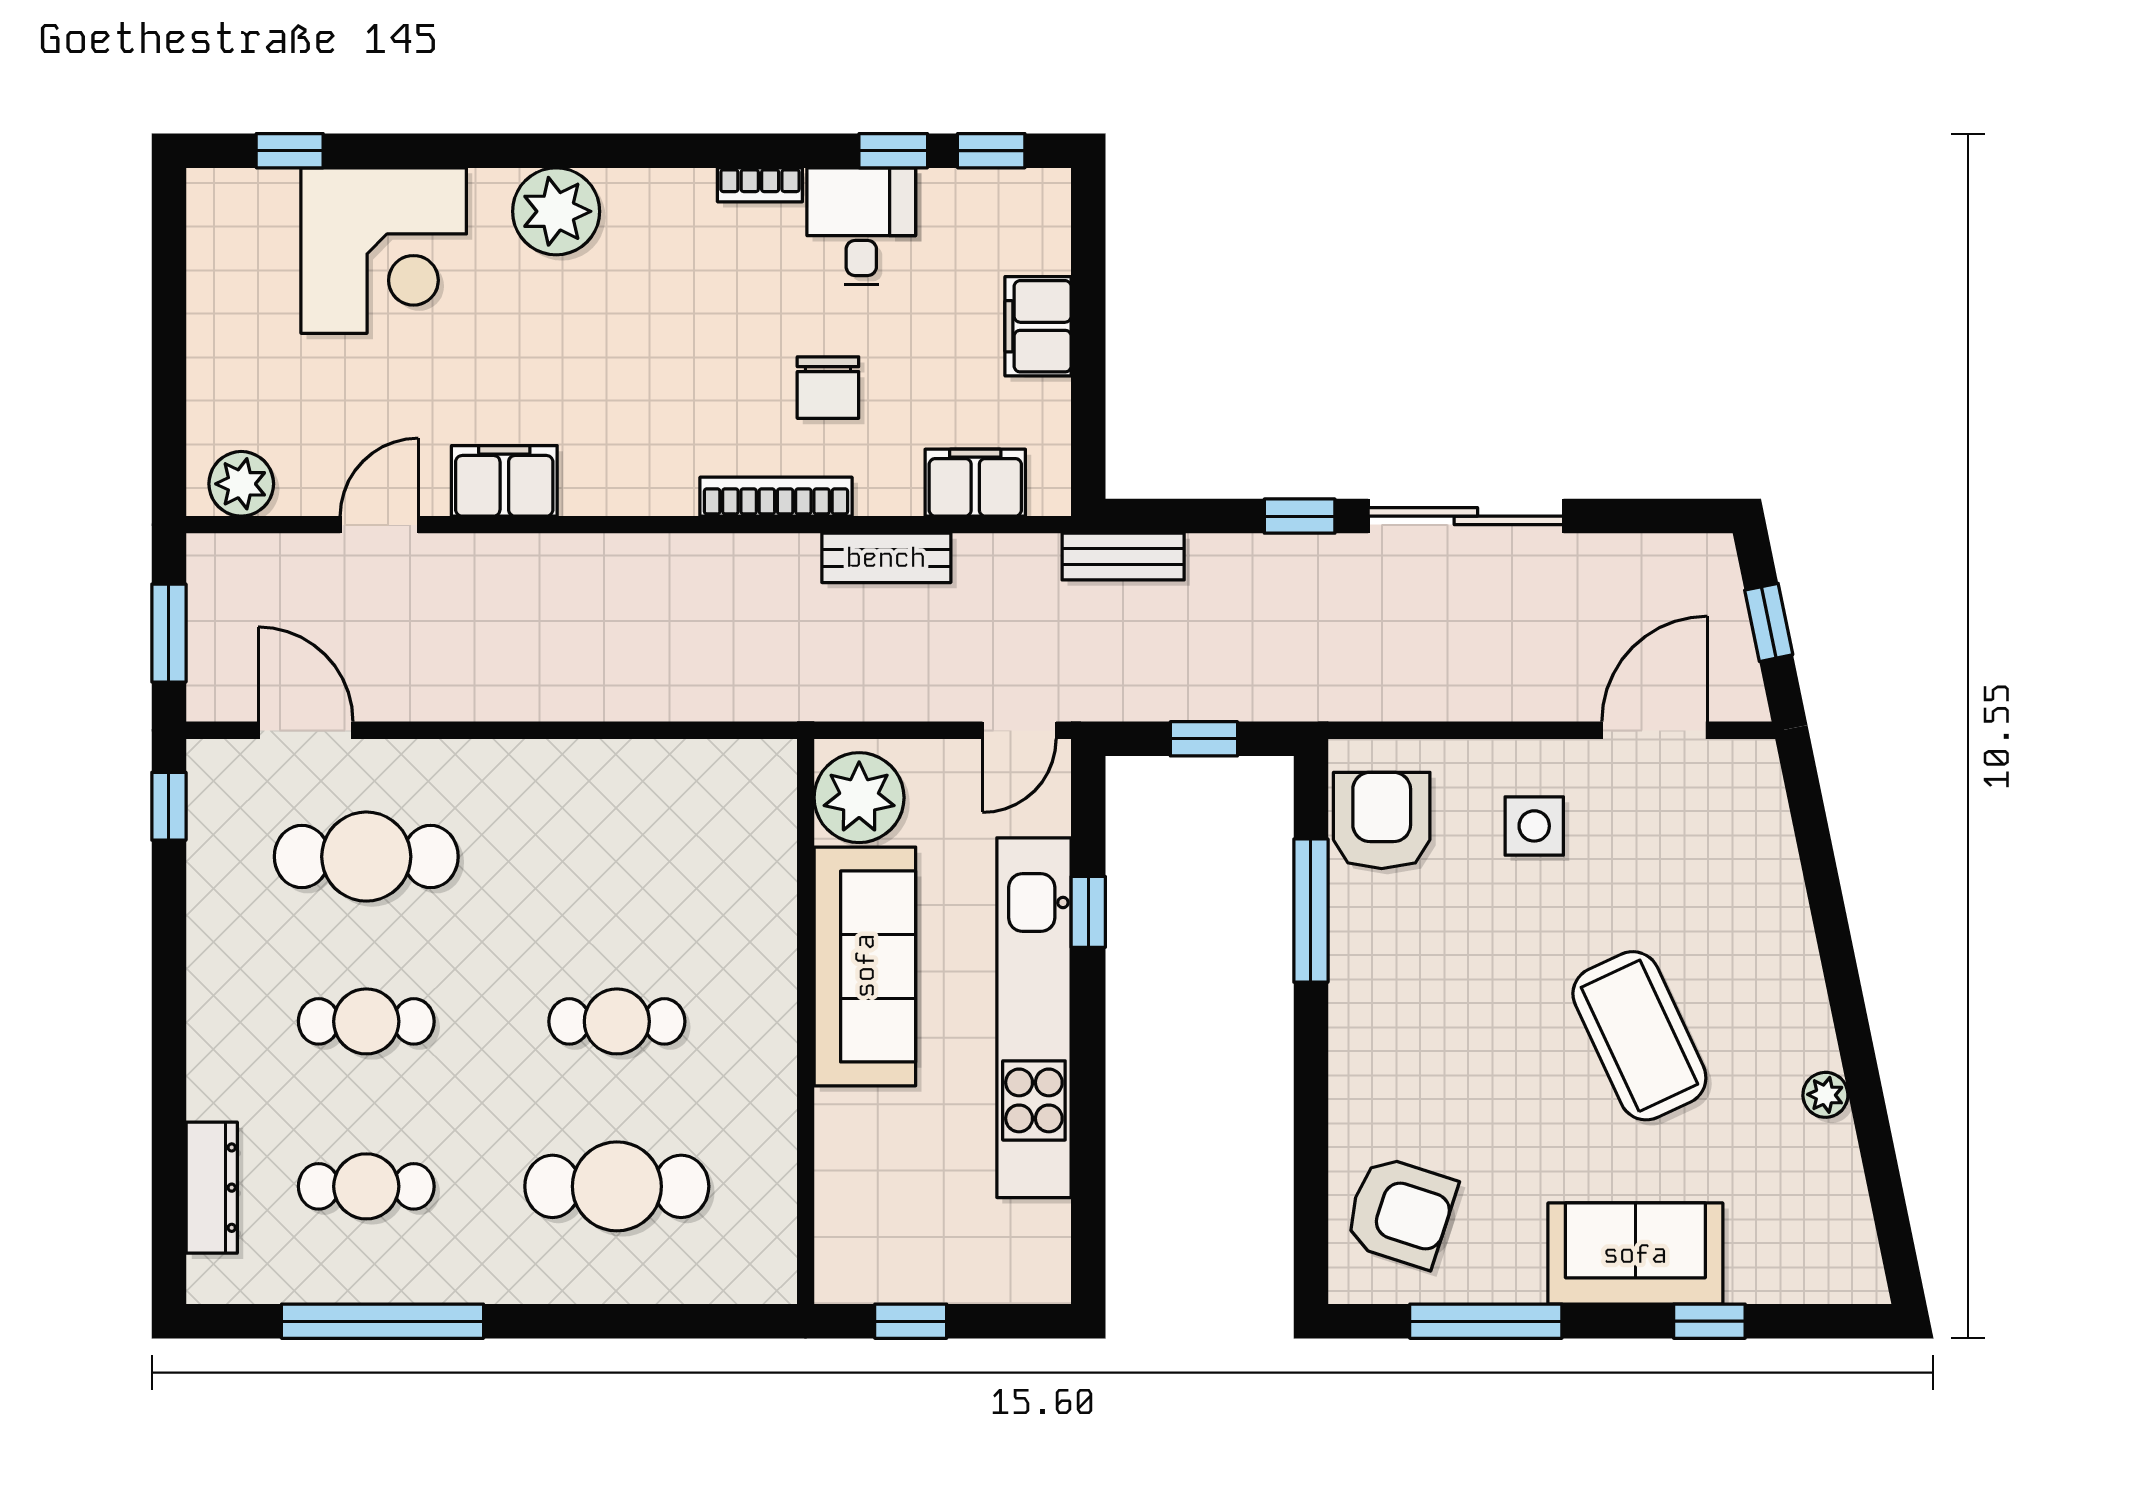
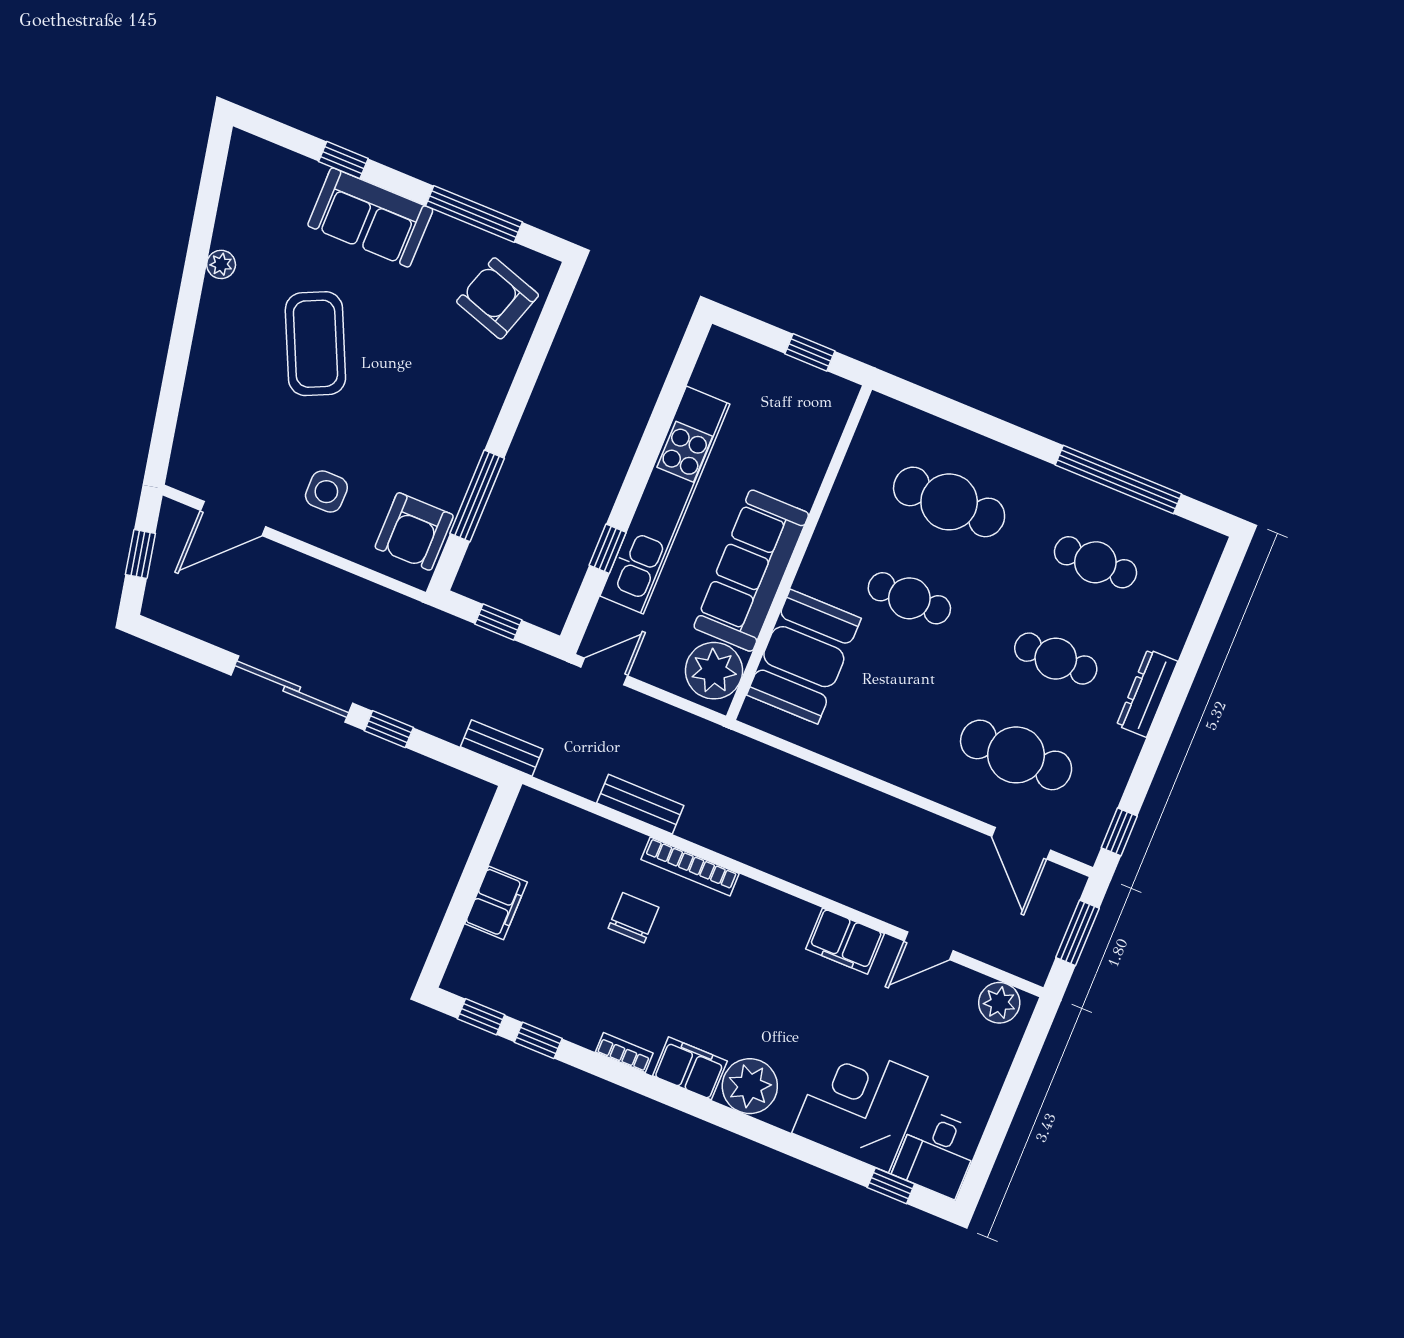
desk: (861, 226) -> (937, 1153), moved
filing cabinet: (975, 483) -> (690, 1068), moved, turned 180
booth: (736, 872) -> (804, 657), added
dresser: (212, 1188) -> (1147, 693), moved

